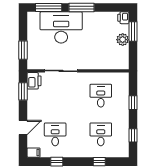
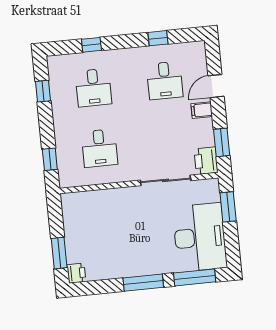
desk: (61, 27) -> (200, 237), moved, turned -90
plant: (123, 40) -> (74, 239), removed
window: (133, 103) -> (50, 159), moved
filing cabinet: (34, 153) -> (202, 110), moved

